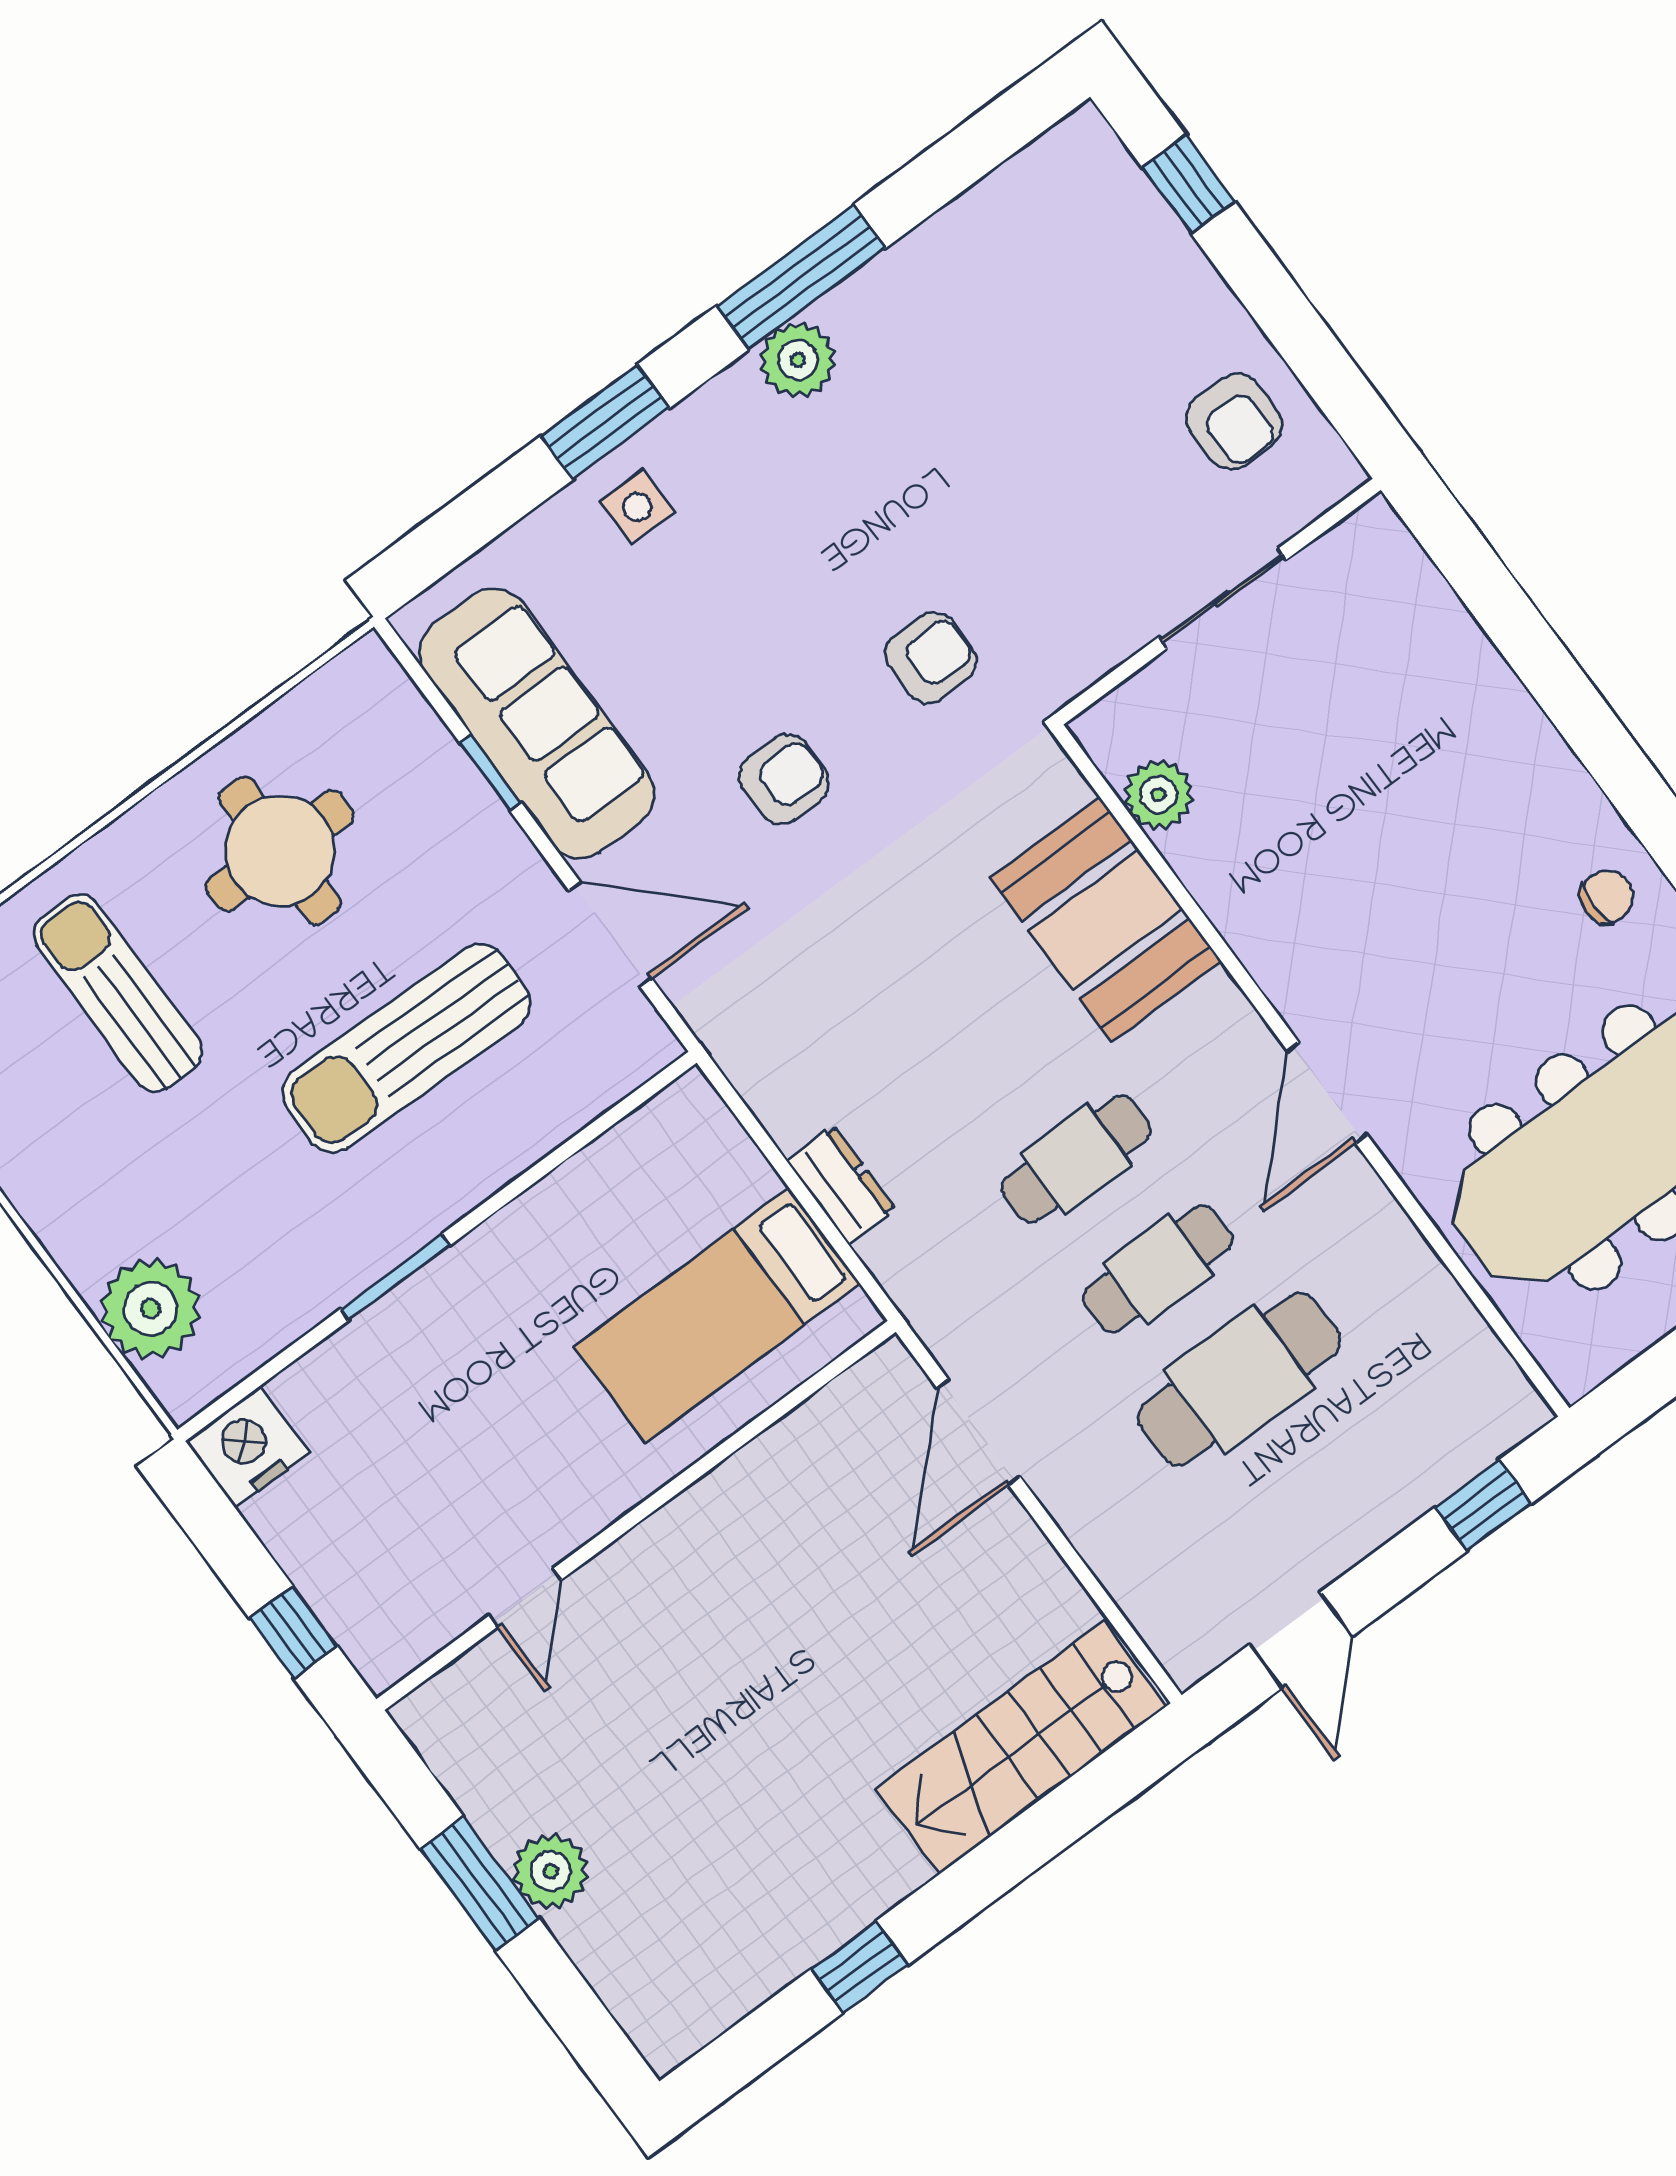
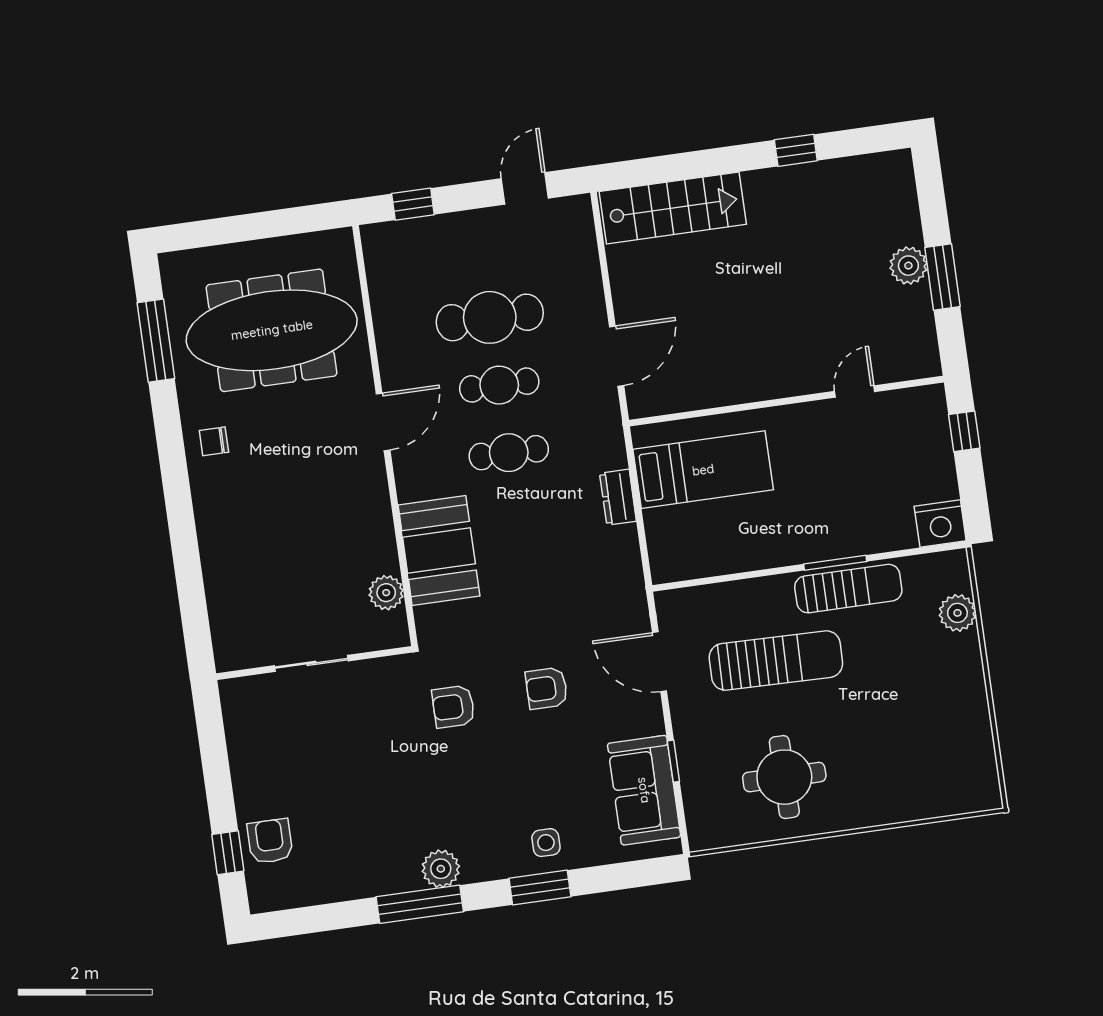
armchair: (1234, 421) -> (270, 841), moved
sofa: (537, 723) -> (644, 790), width x0.73
sun lounger: (118, 993) -> (848, 589), moved, turned -90
plant: (151, 1309) -> (957, 613), width x0.73, depth x0.73

